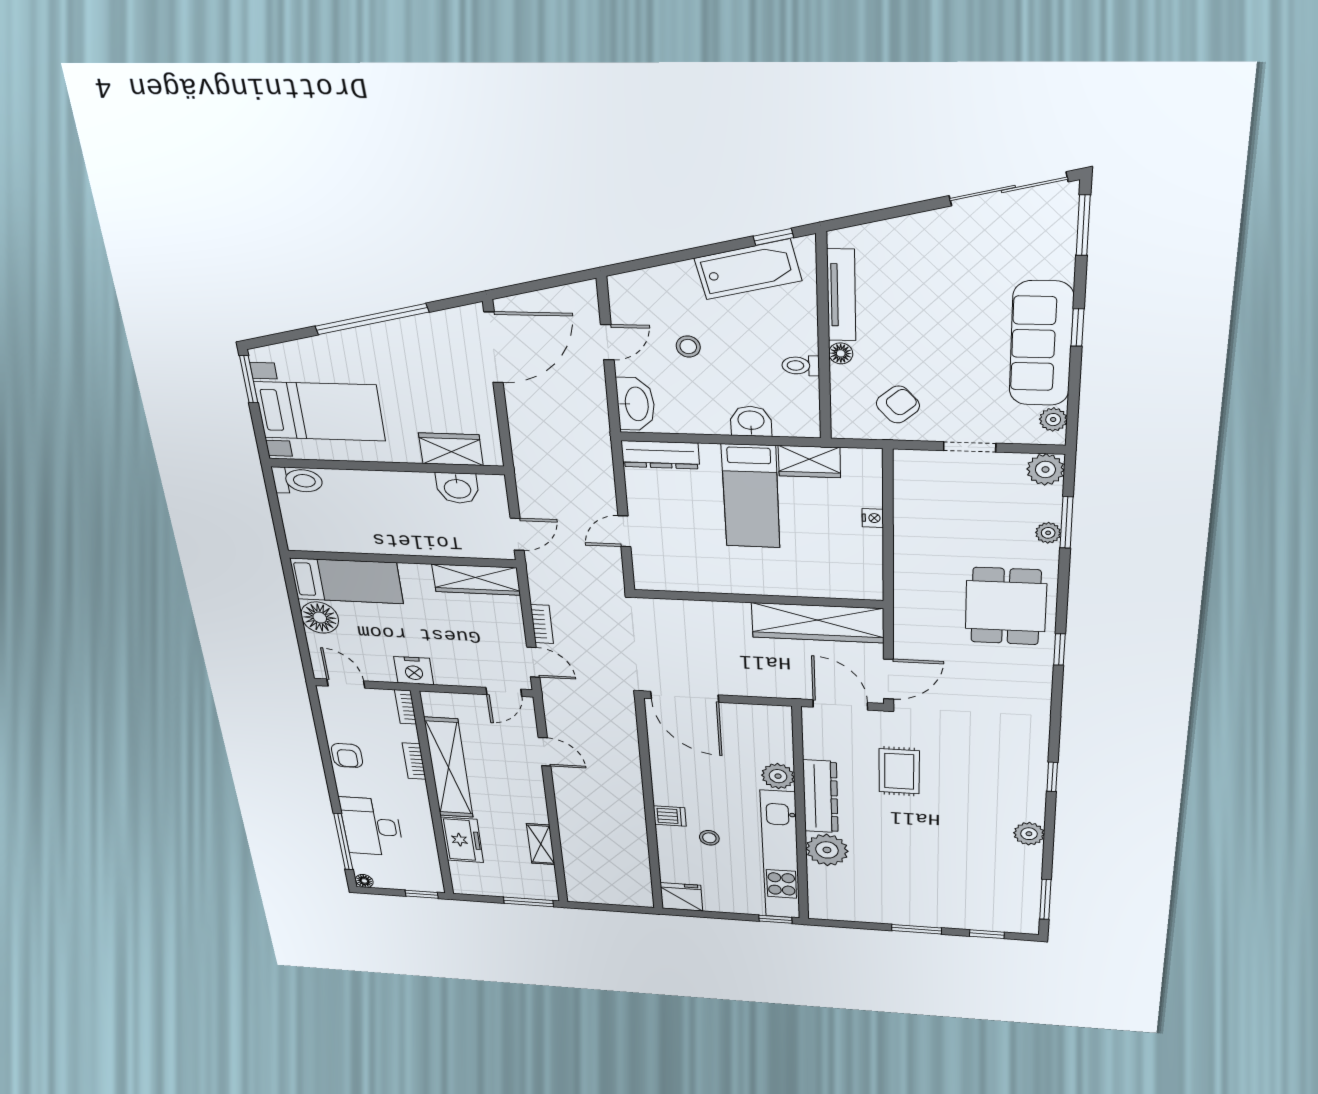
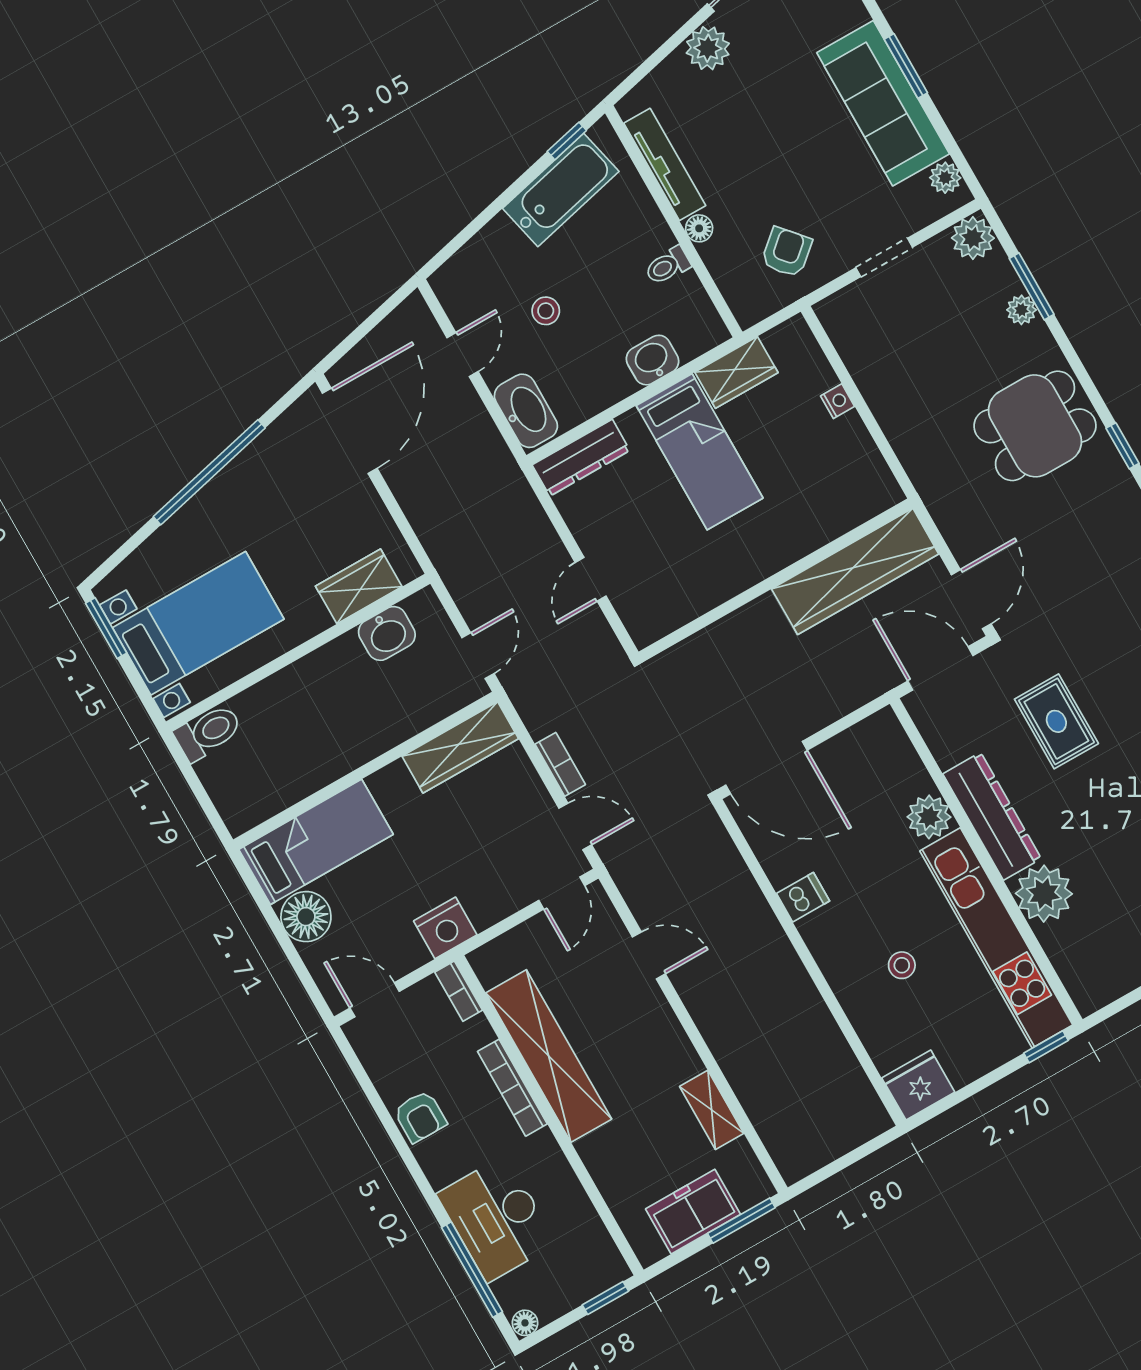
plant: (928, 230) -> (708, 48), added
window: (1078, 327) -> (906, 66), width x1.50
dining table: (1006, 606) -> (1035, 426), turned 90
bookcase: (414, 761) -> (512, 1088), width x1.56
dishwasher: (670, 816) -> (803, 897), moved
freezer: (462, 840) -> (693, 1212), moved, turned -90

